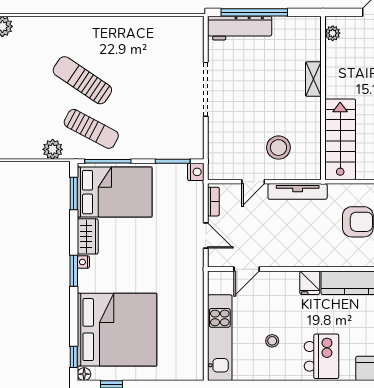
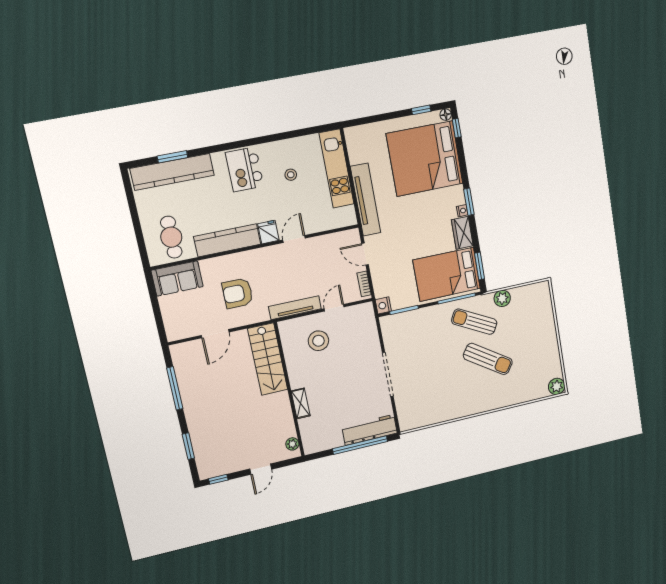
door: (247, 269) -> (294, 239), moved
tv unit: (194, 297) -> (366, 200), added

